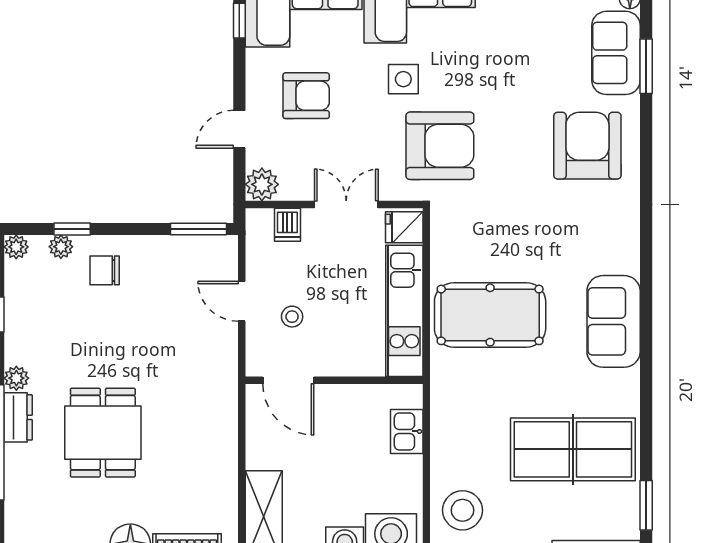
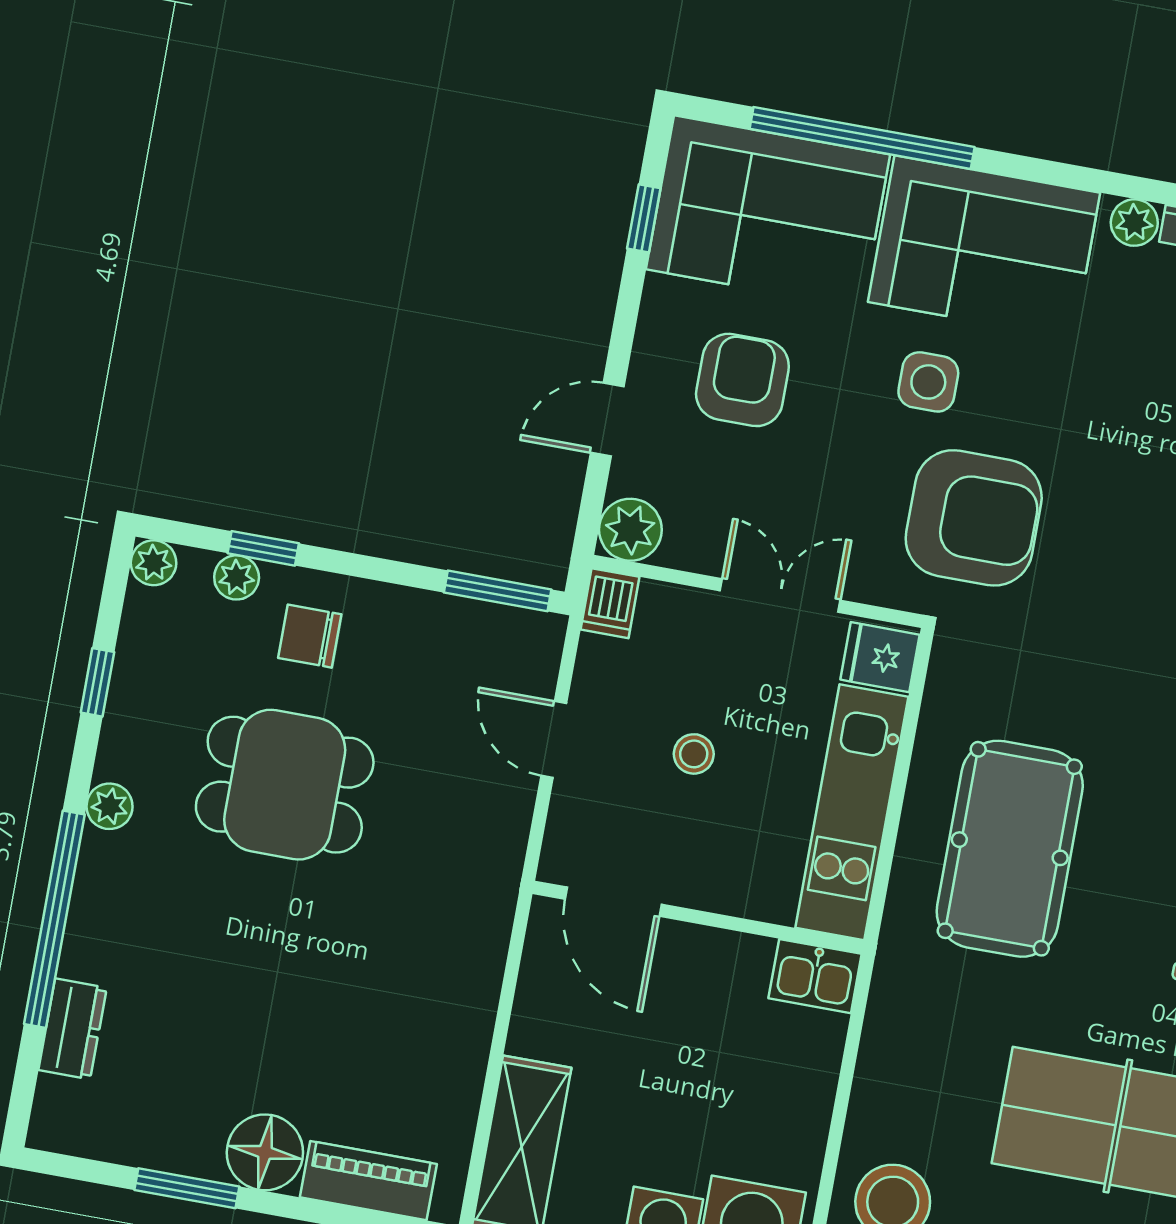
armchair: (306, 96) -> (742, 380), turned -90
dishwasher: (287, 225) -> (610, 603), moved
pool table: (490, 315) -> (1010, 849), turned 90
stool: (292, 317) -> (694, 754), moved
dresser: (18, 417) -> (73, 1029), moved
kitchen sink: (407, 431) -> (815, 976), moved, turned -90
dining table: (103, 433) -> (285, 785), moved, turned 90

